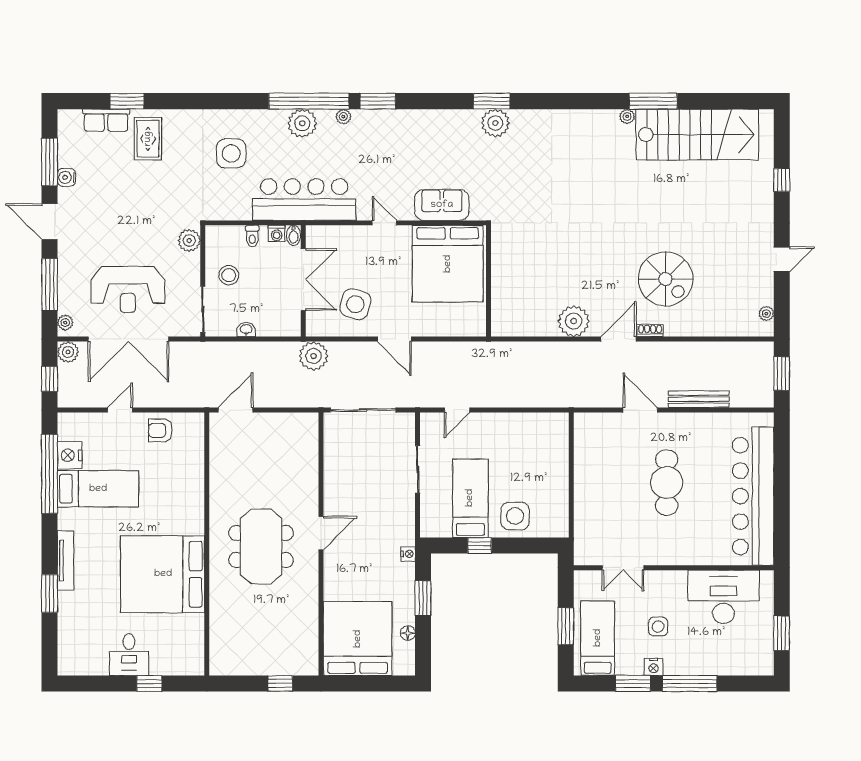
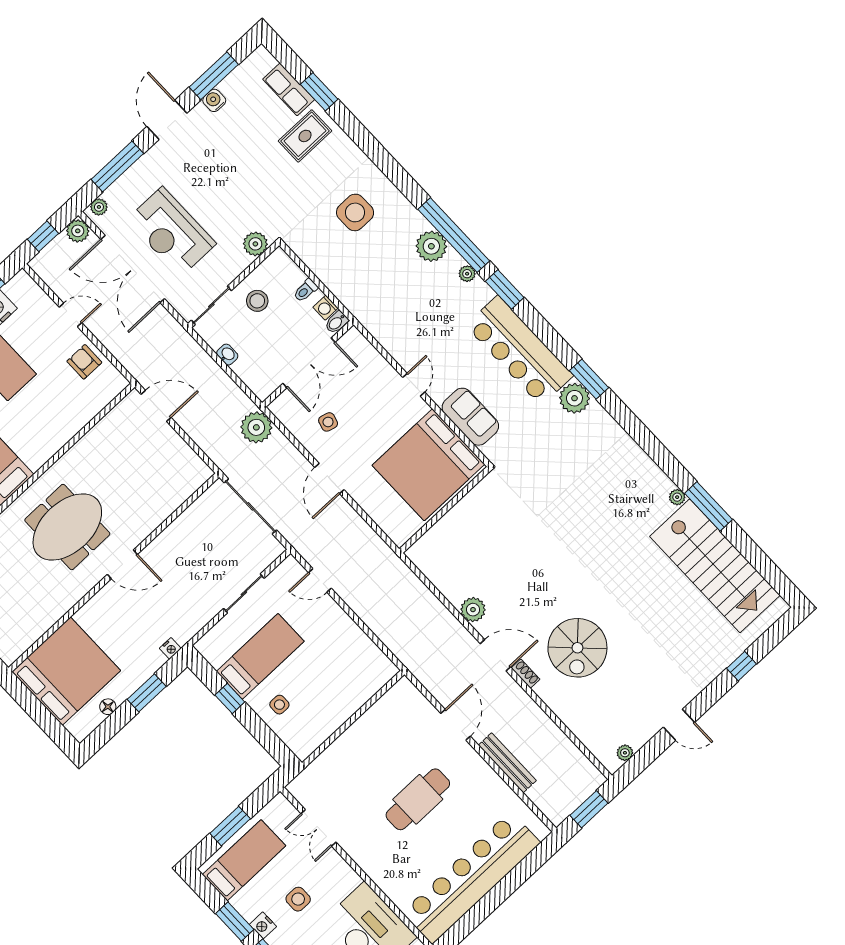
bar counter: (304, 200) -> (519, 351), moved, turned 180
side table: (355, 304) -> (328, 422), width x0.54, depth x0.54
plant: (574, 321) -> (473, 610), width x0.73, depth x0.73
side table: (515, 516) -> (279, 705), width x0.54, depth x0.54

